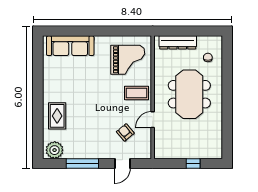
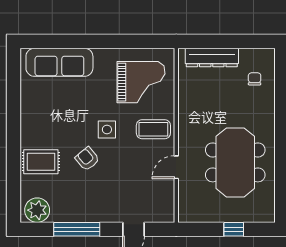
side table: (104, 93) -> (107, 130), added
meeting table: (189, 94) -> (235, 162), moved
rug: (57, 116) -> (41, 162), turned 90
armchair: (125, 132) -> (87, 159), moved

